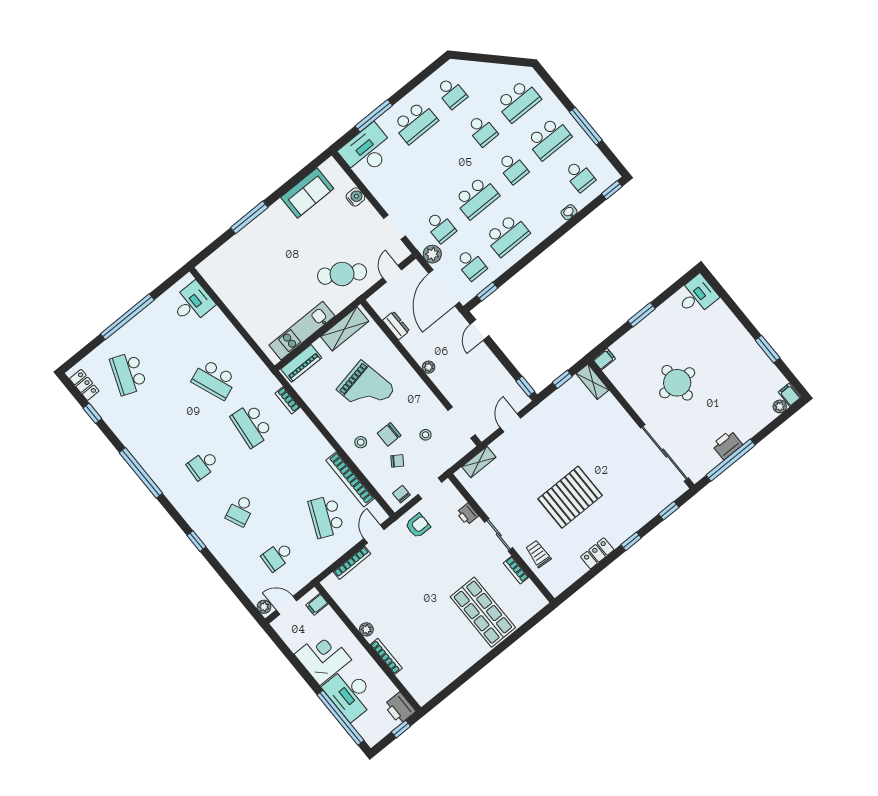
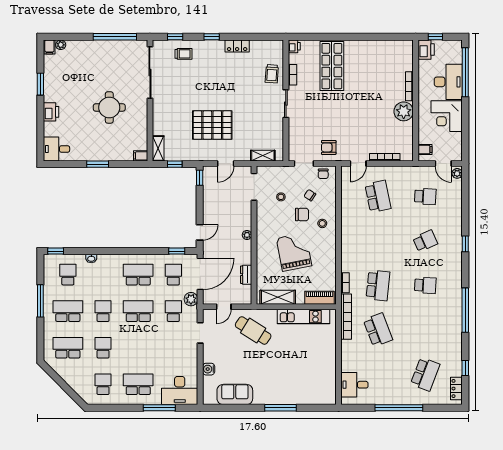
printer: (727, 445) -> (51, 112), moved, turned -90
bookcase: (350, 479) -> (346, 317), moved
pallet: (570, 497) -> (212, 125), moved
trolley: (646, 500) -> (183, 54), added
printer: (468, 514) -> (294, 46), moved
school desk: (326, 517) -> (378, 196), turned -36
plant: (366, 629) -> (404, 111), width x1.88, depth x1.88

